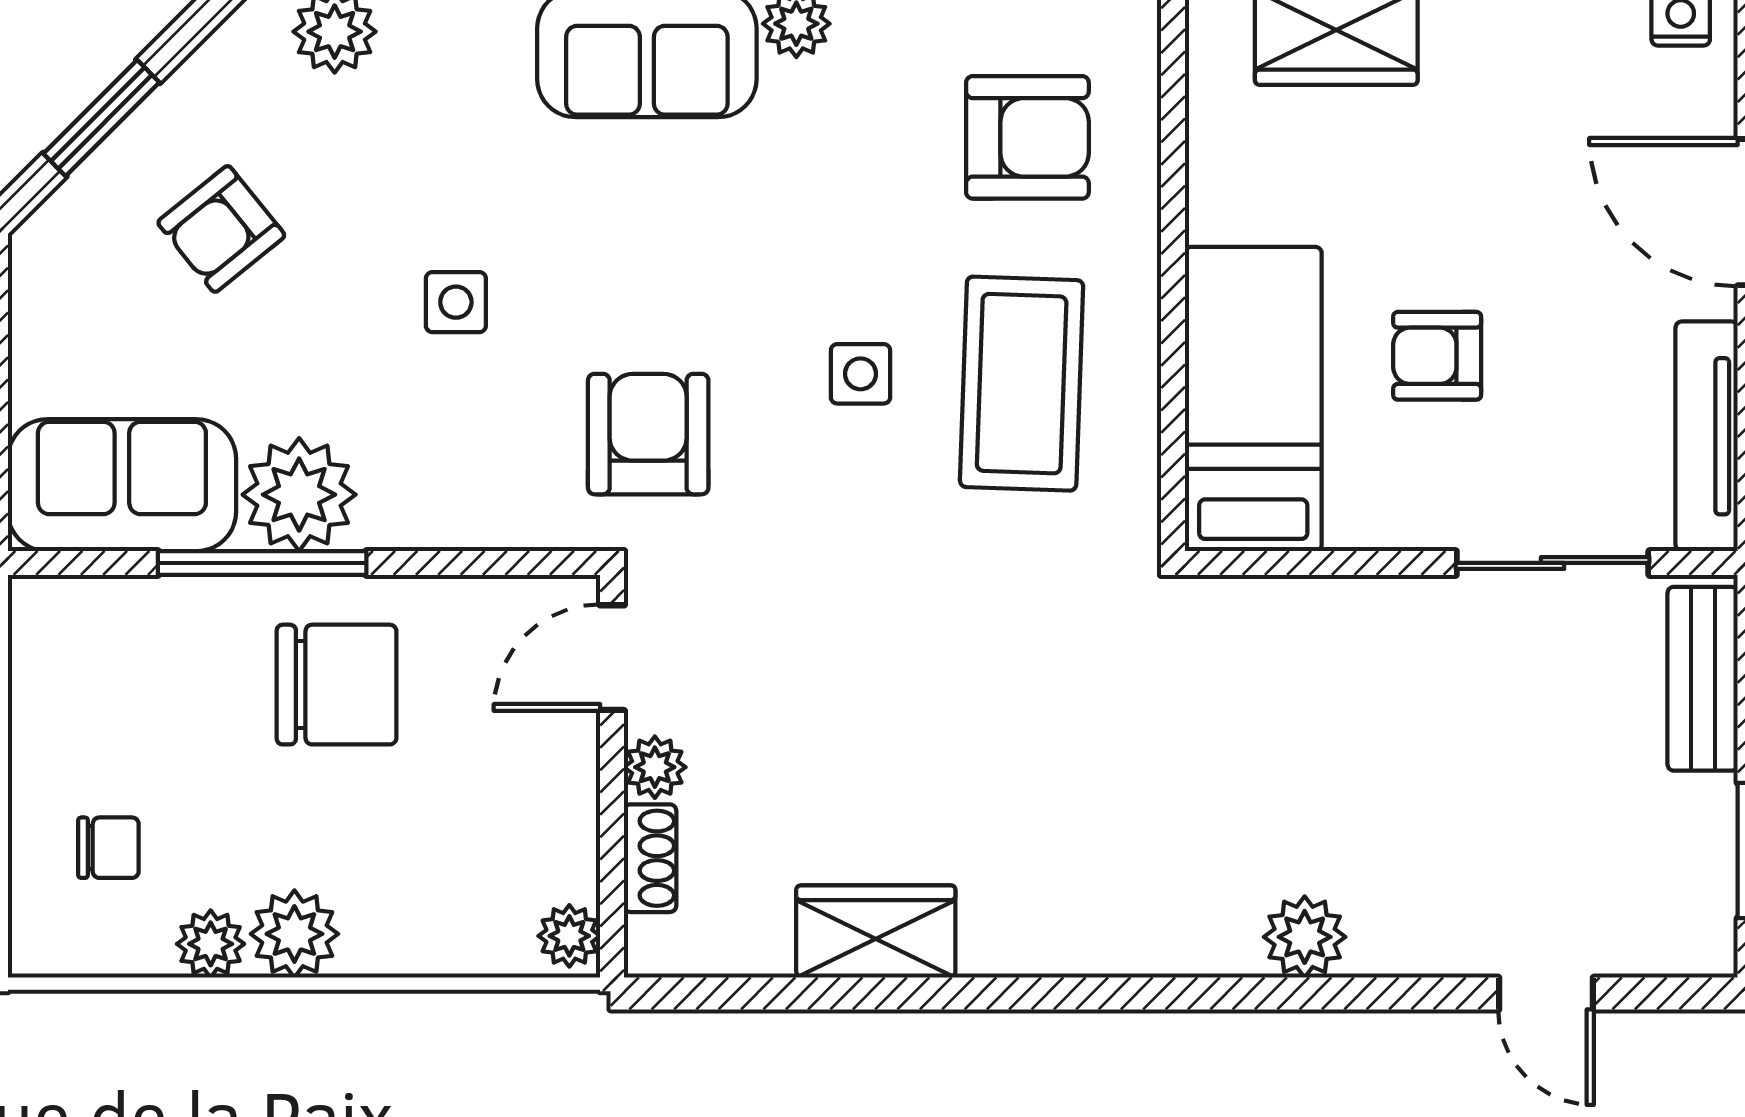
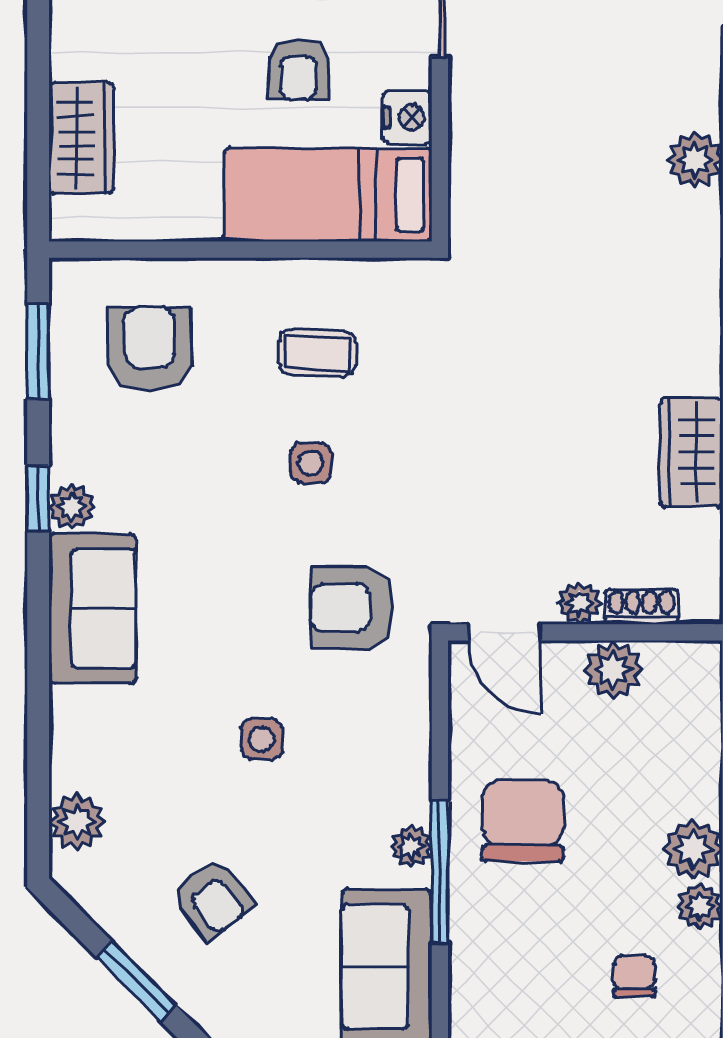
coffee table: (1022, 384) -> (317, 353), width x0.54, depth x0.58
plant: (299, 495) -> (411, 846), width x0.53, depth x0.53
nightstand: (1367, 516) -> (407, 117), added
plant: (569, 936) -> (613, 670), moved, width x1.38, depth x1.38

